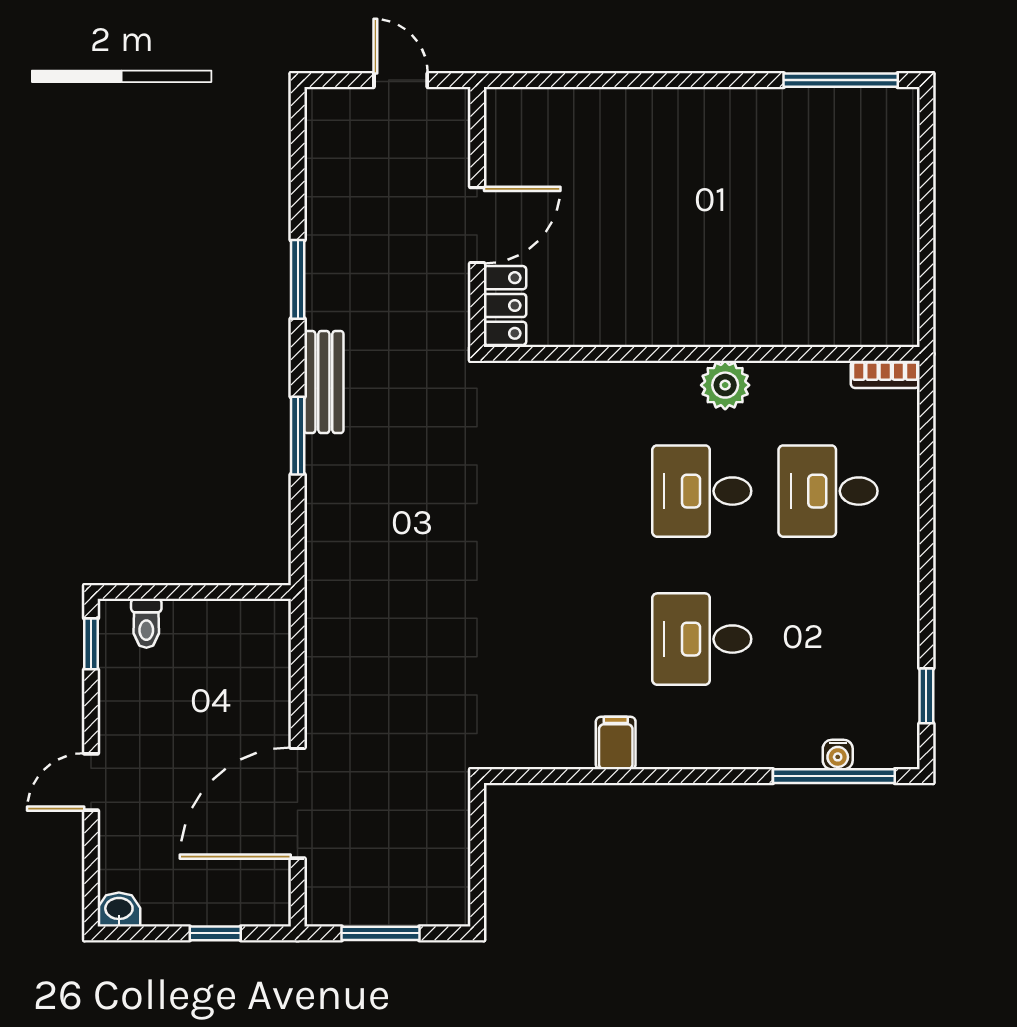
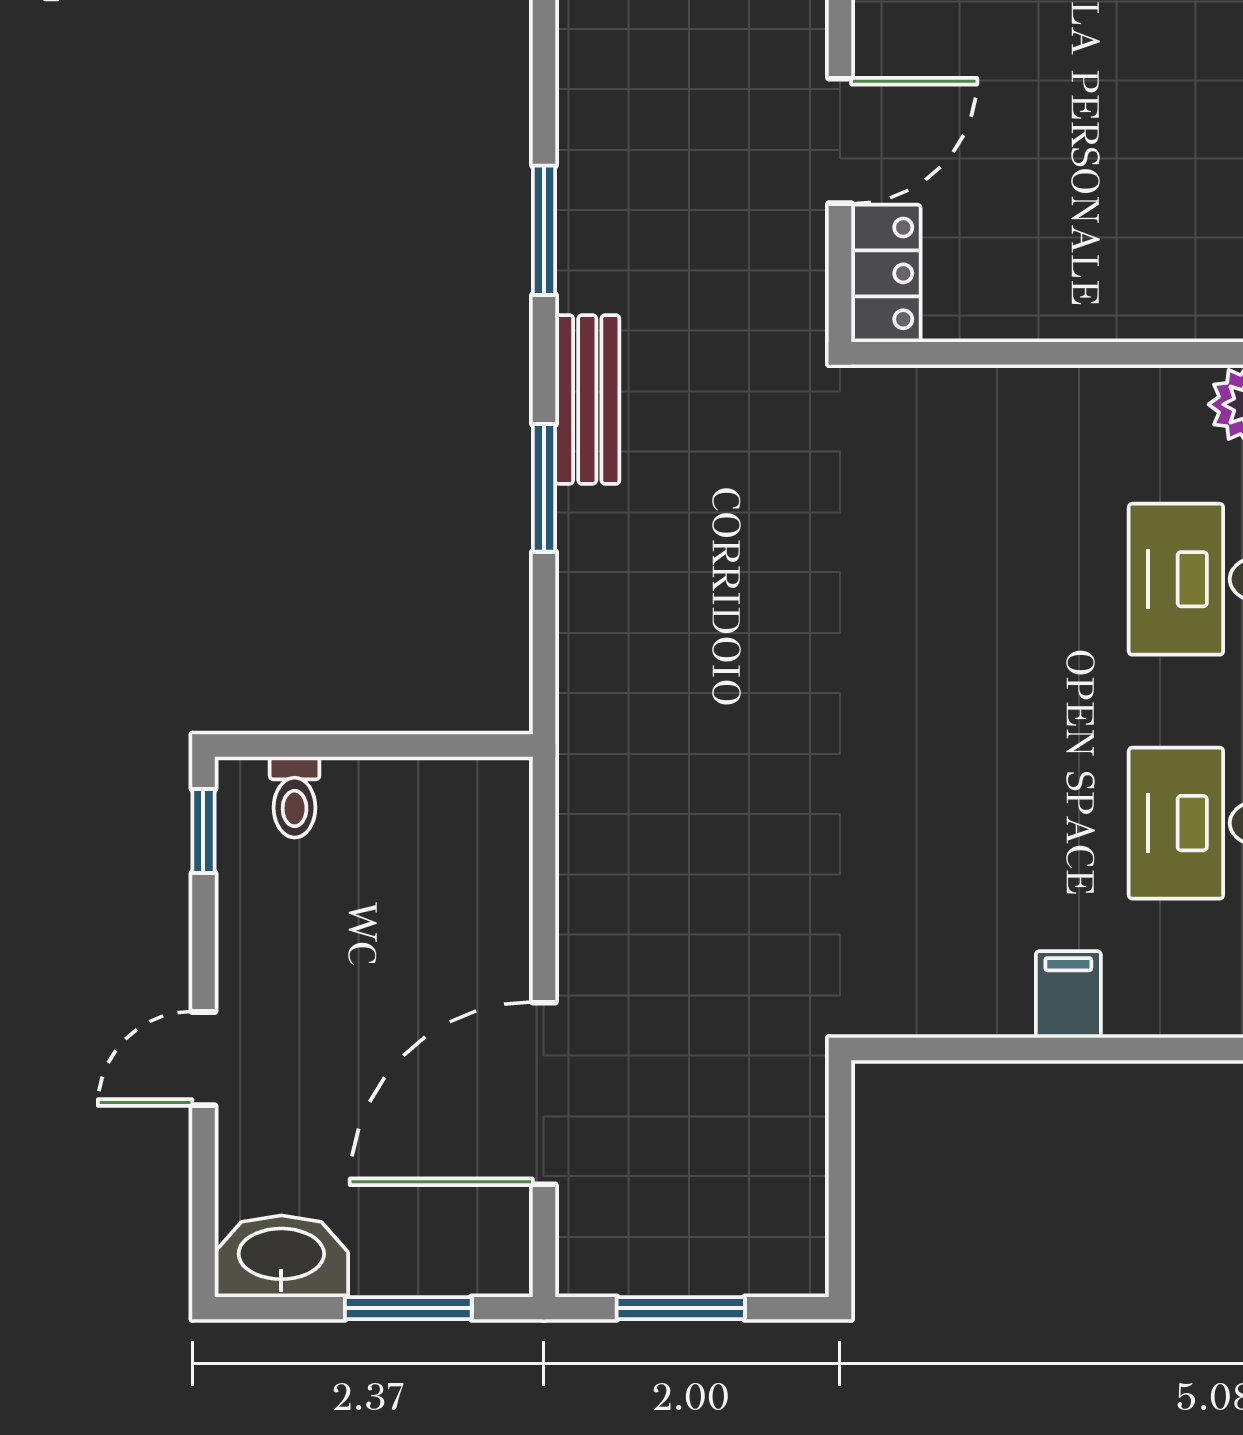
washbasin: (119, 909) -> (281, 1256), width x1.91, depth x1.45
window: (215, 933) -> (408, 1308), width x1.50

